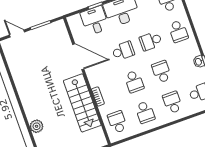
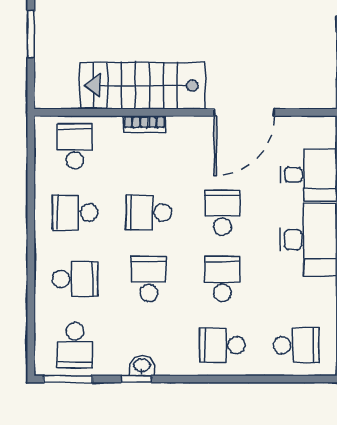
school desk: (123, 51) -> (222, 213), turned 180
school desk: (162, 72) -> (149, 279), turned -90
school desk: (117, 122) -> (75, 146), turned -90

